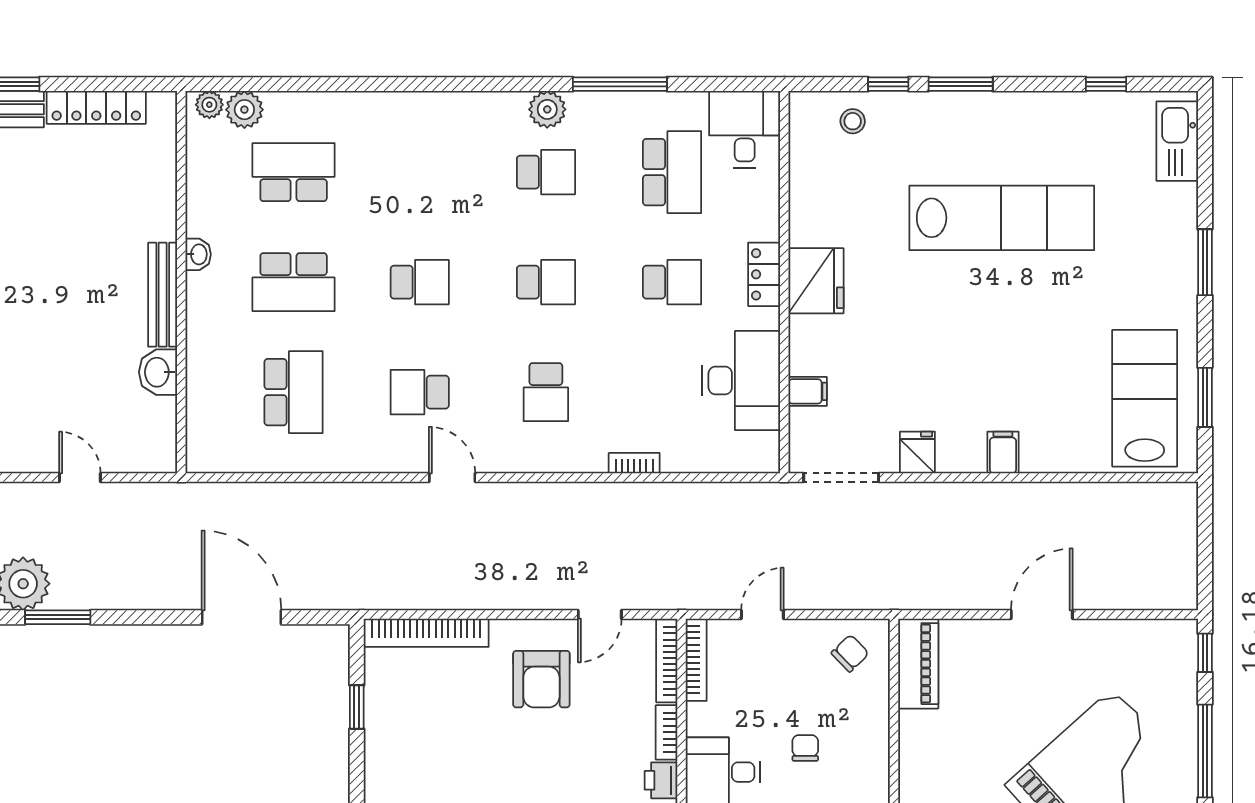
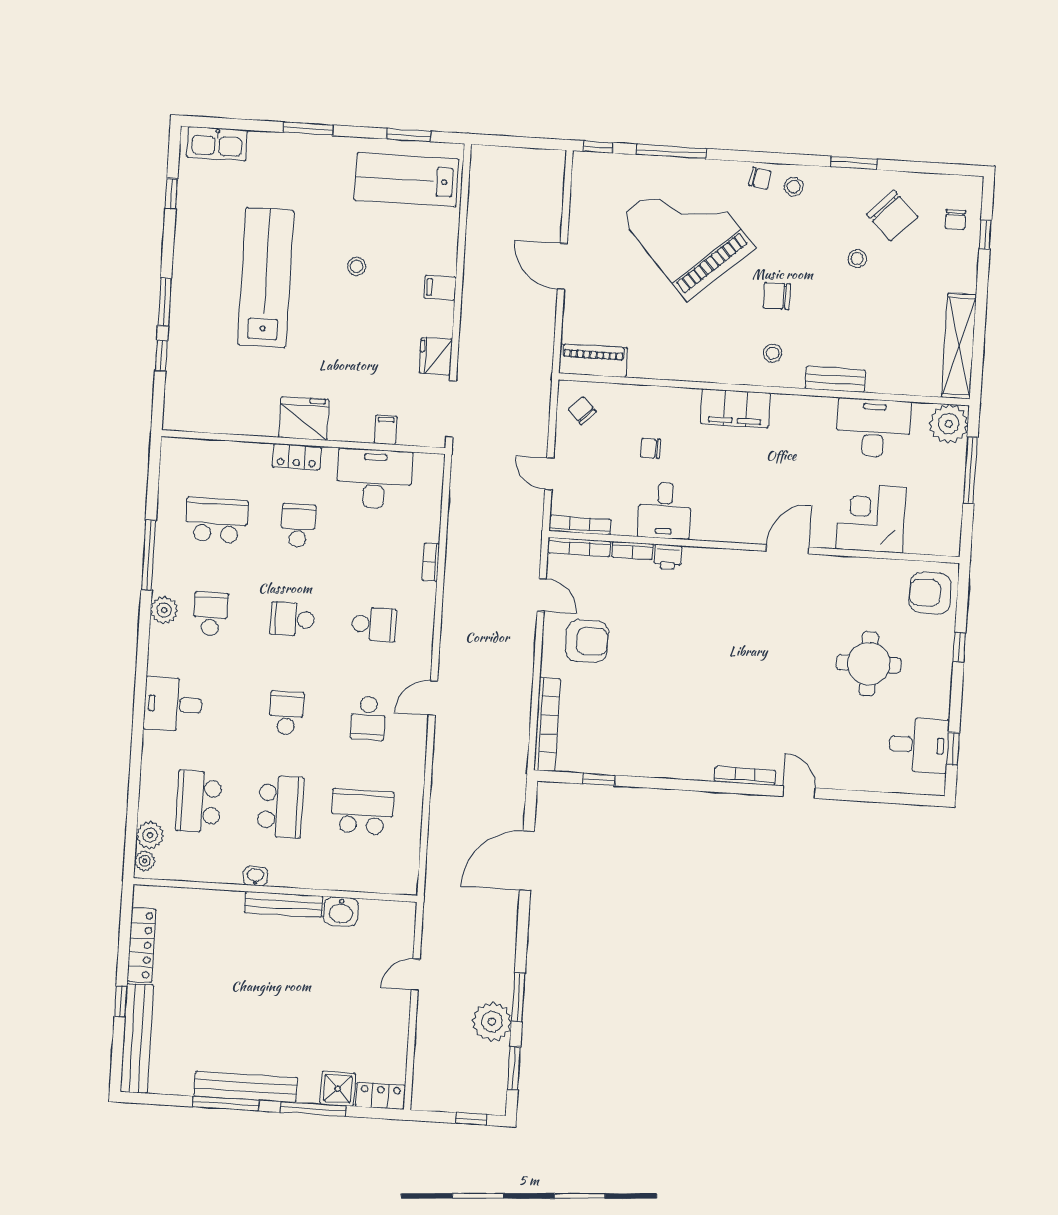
stool: (853, 121) -> (357, 266), moved
desk: (745, 129) -> (173, 704), moved
school desk: (546, 282) -> (292, 619), turned -90
fridge: (917, 452) -> (436, 356), width x1.38

